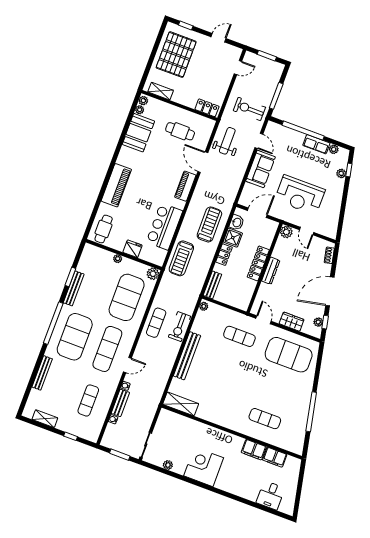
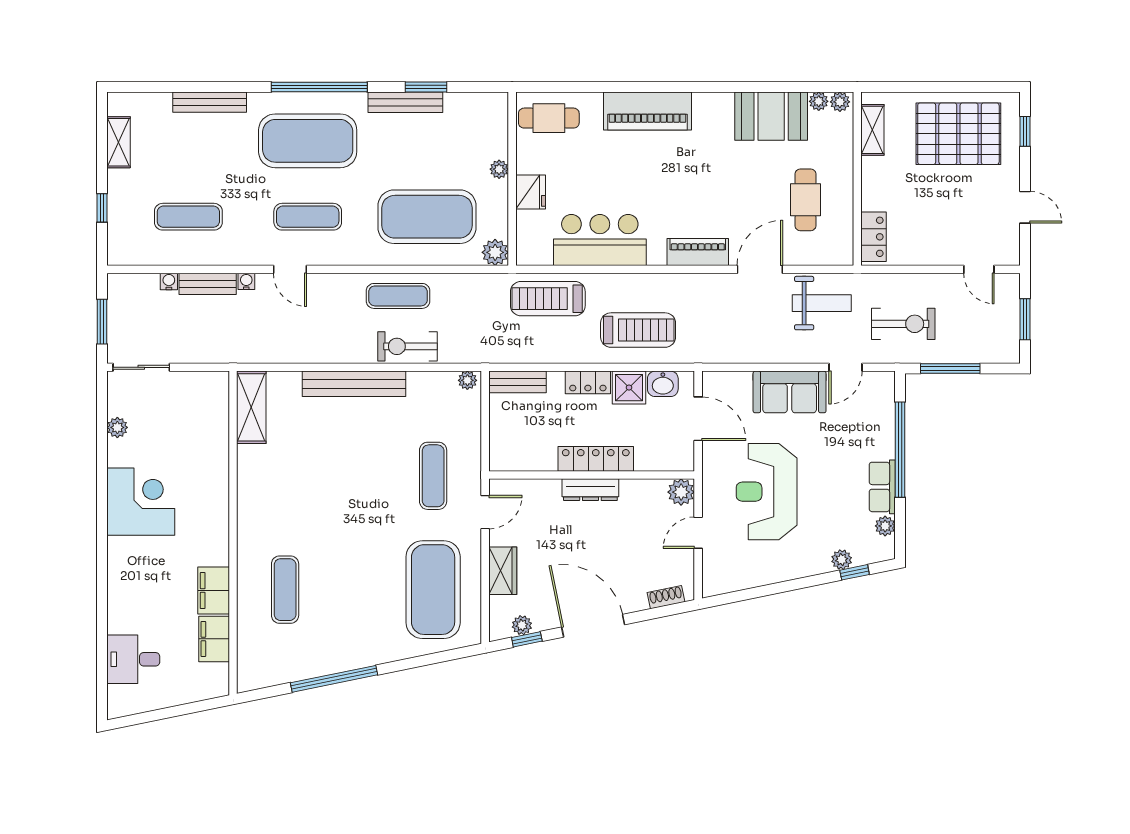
exercise bike: (249, 109) -> (903, 324), turned 90
exercise mat: (107, 349) -> (308, 217), width x0.73, depth x0.69

